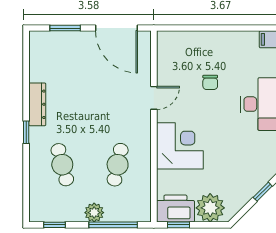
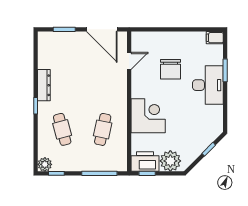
chair: (210, 82) -> (170, 69), width x1.87, depth x1.87
door: (154, 98) -> (129, 61), moved
plant: (94, 213) -> (45, 164), moved

